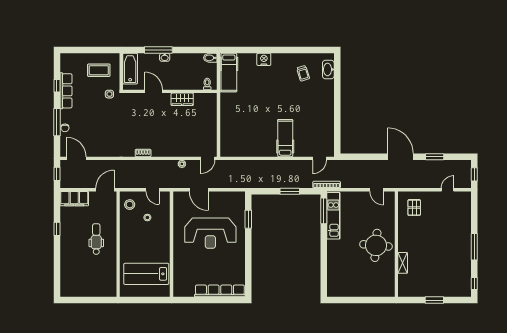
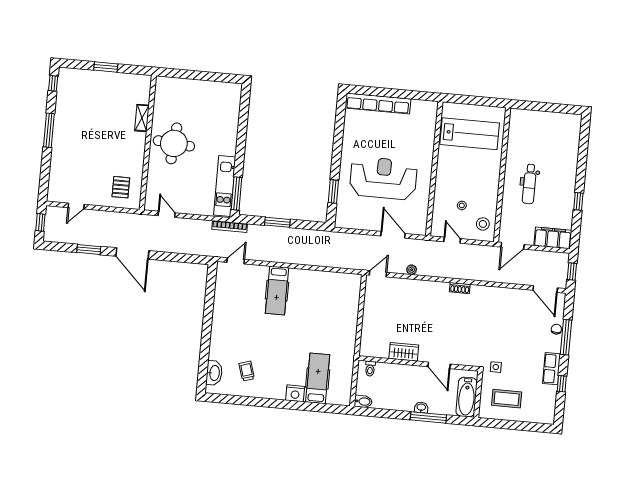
hospital bed: (229, 73) -> (318, 378), moved
row of seats: (66, 91) -> (552, 369), width x0.68

